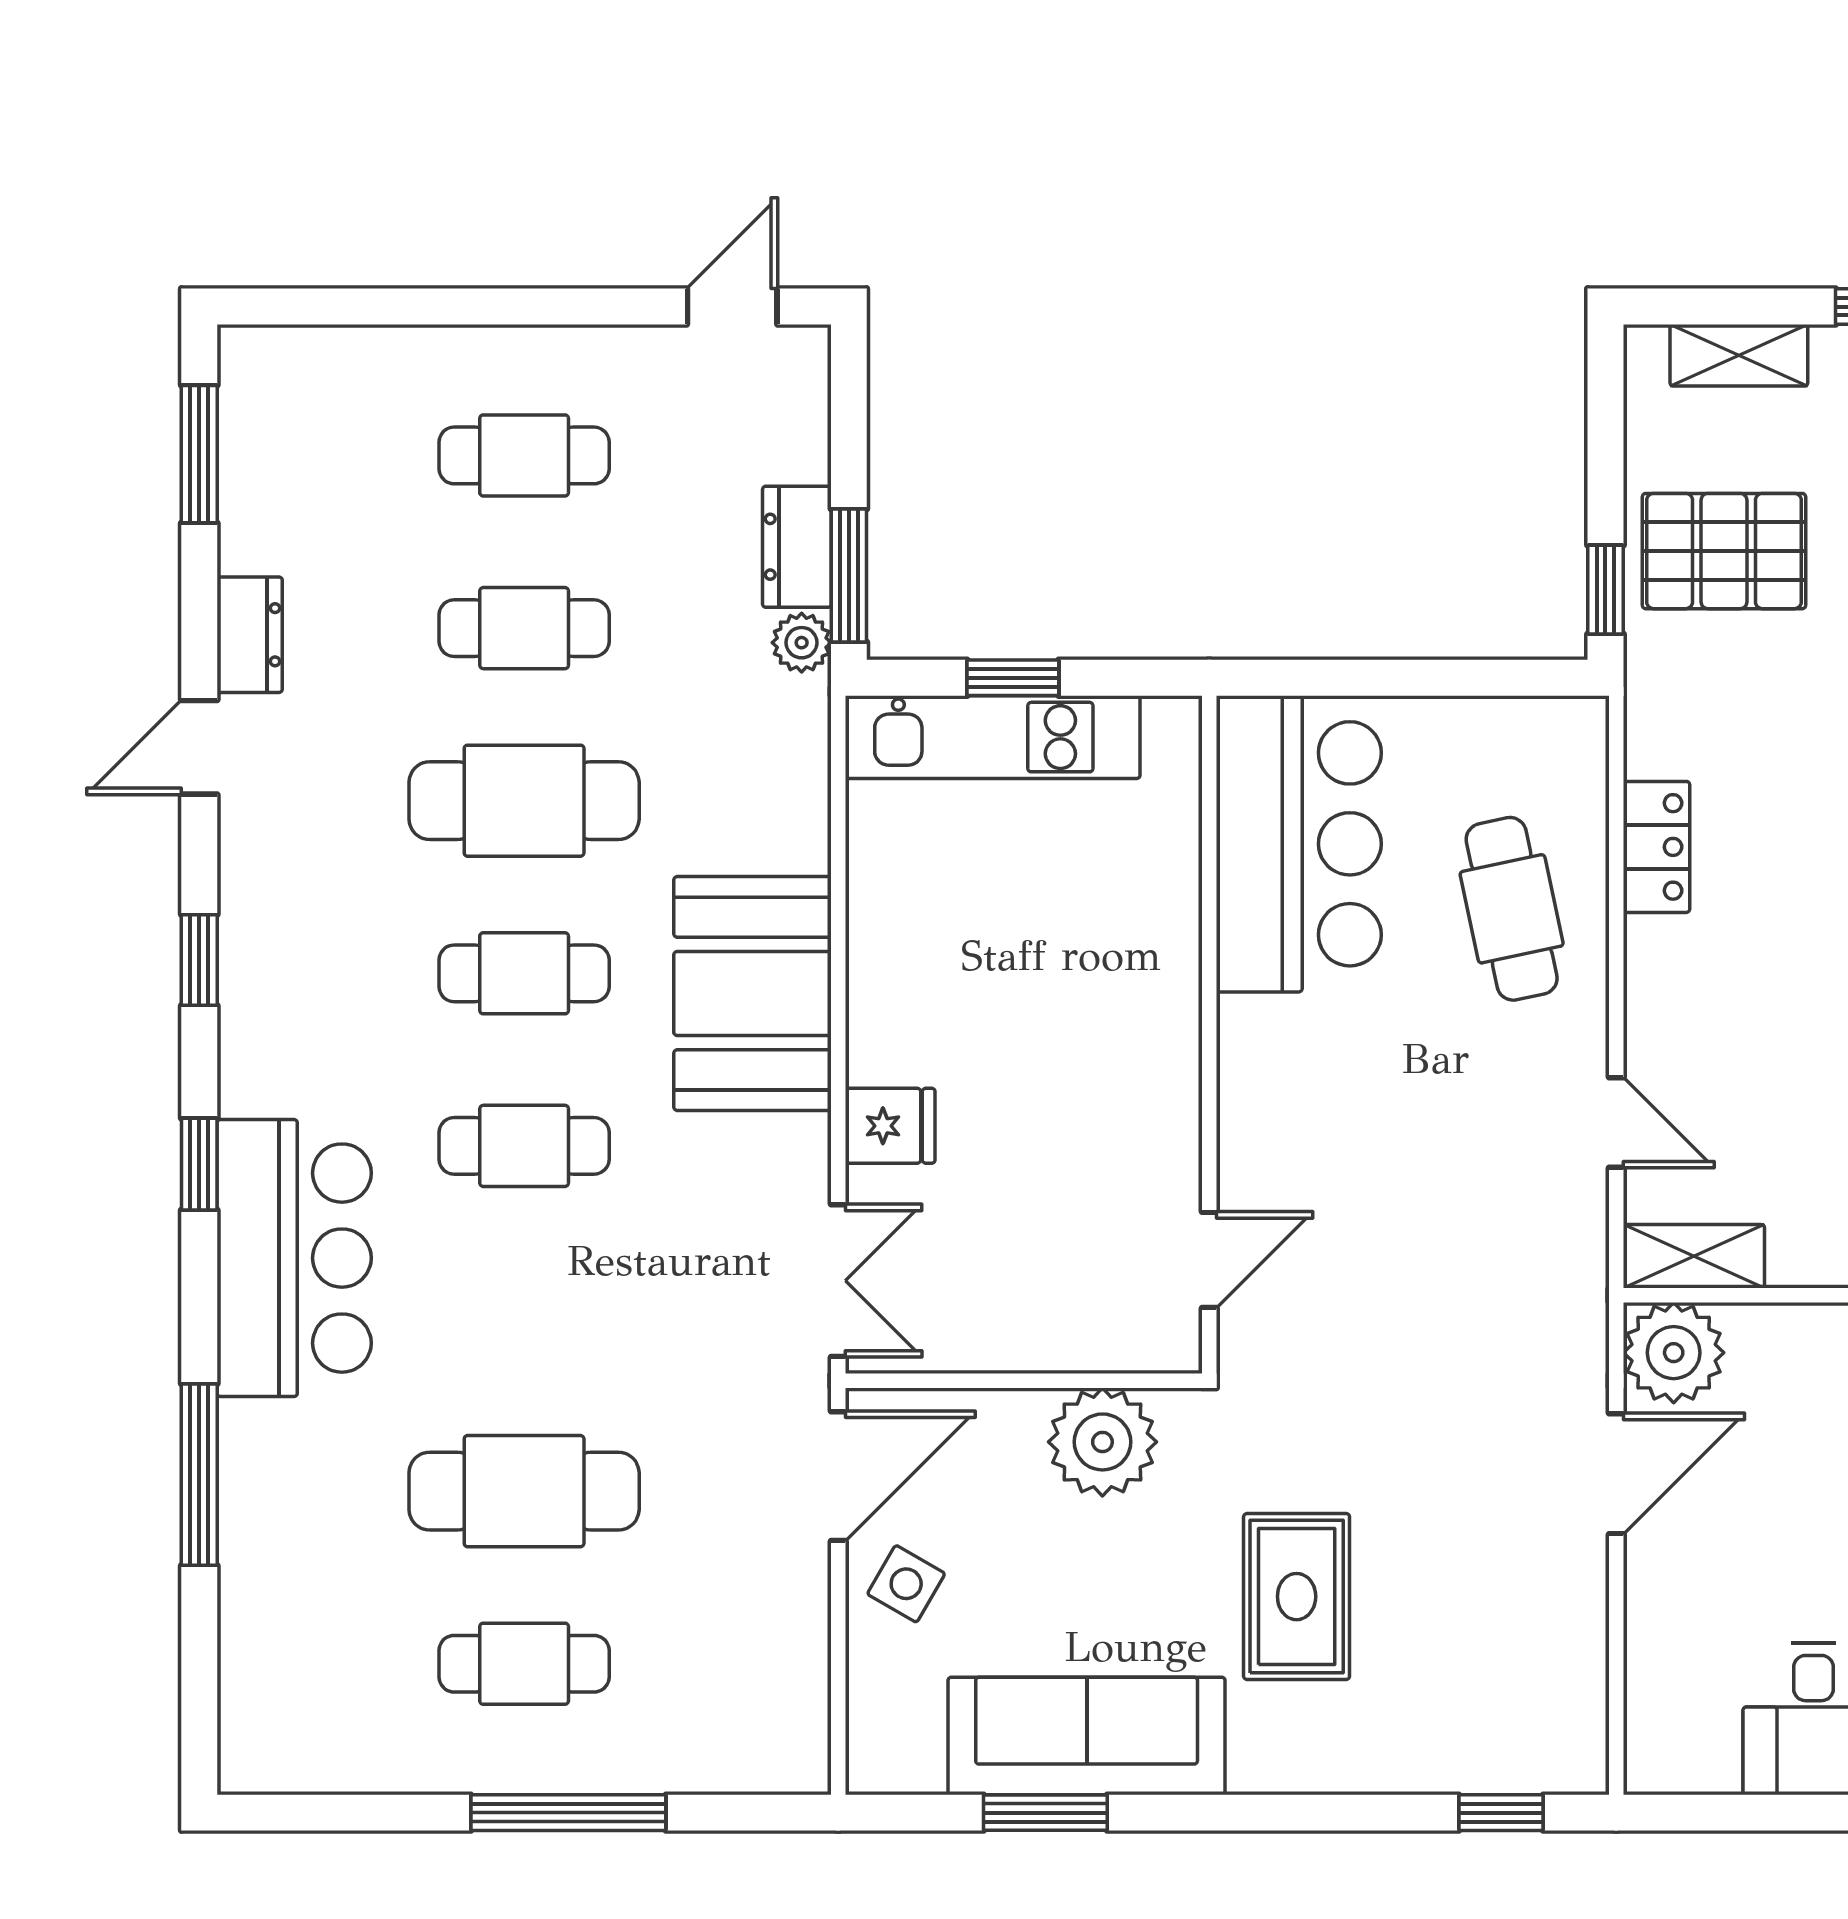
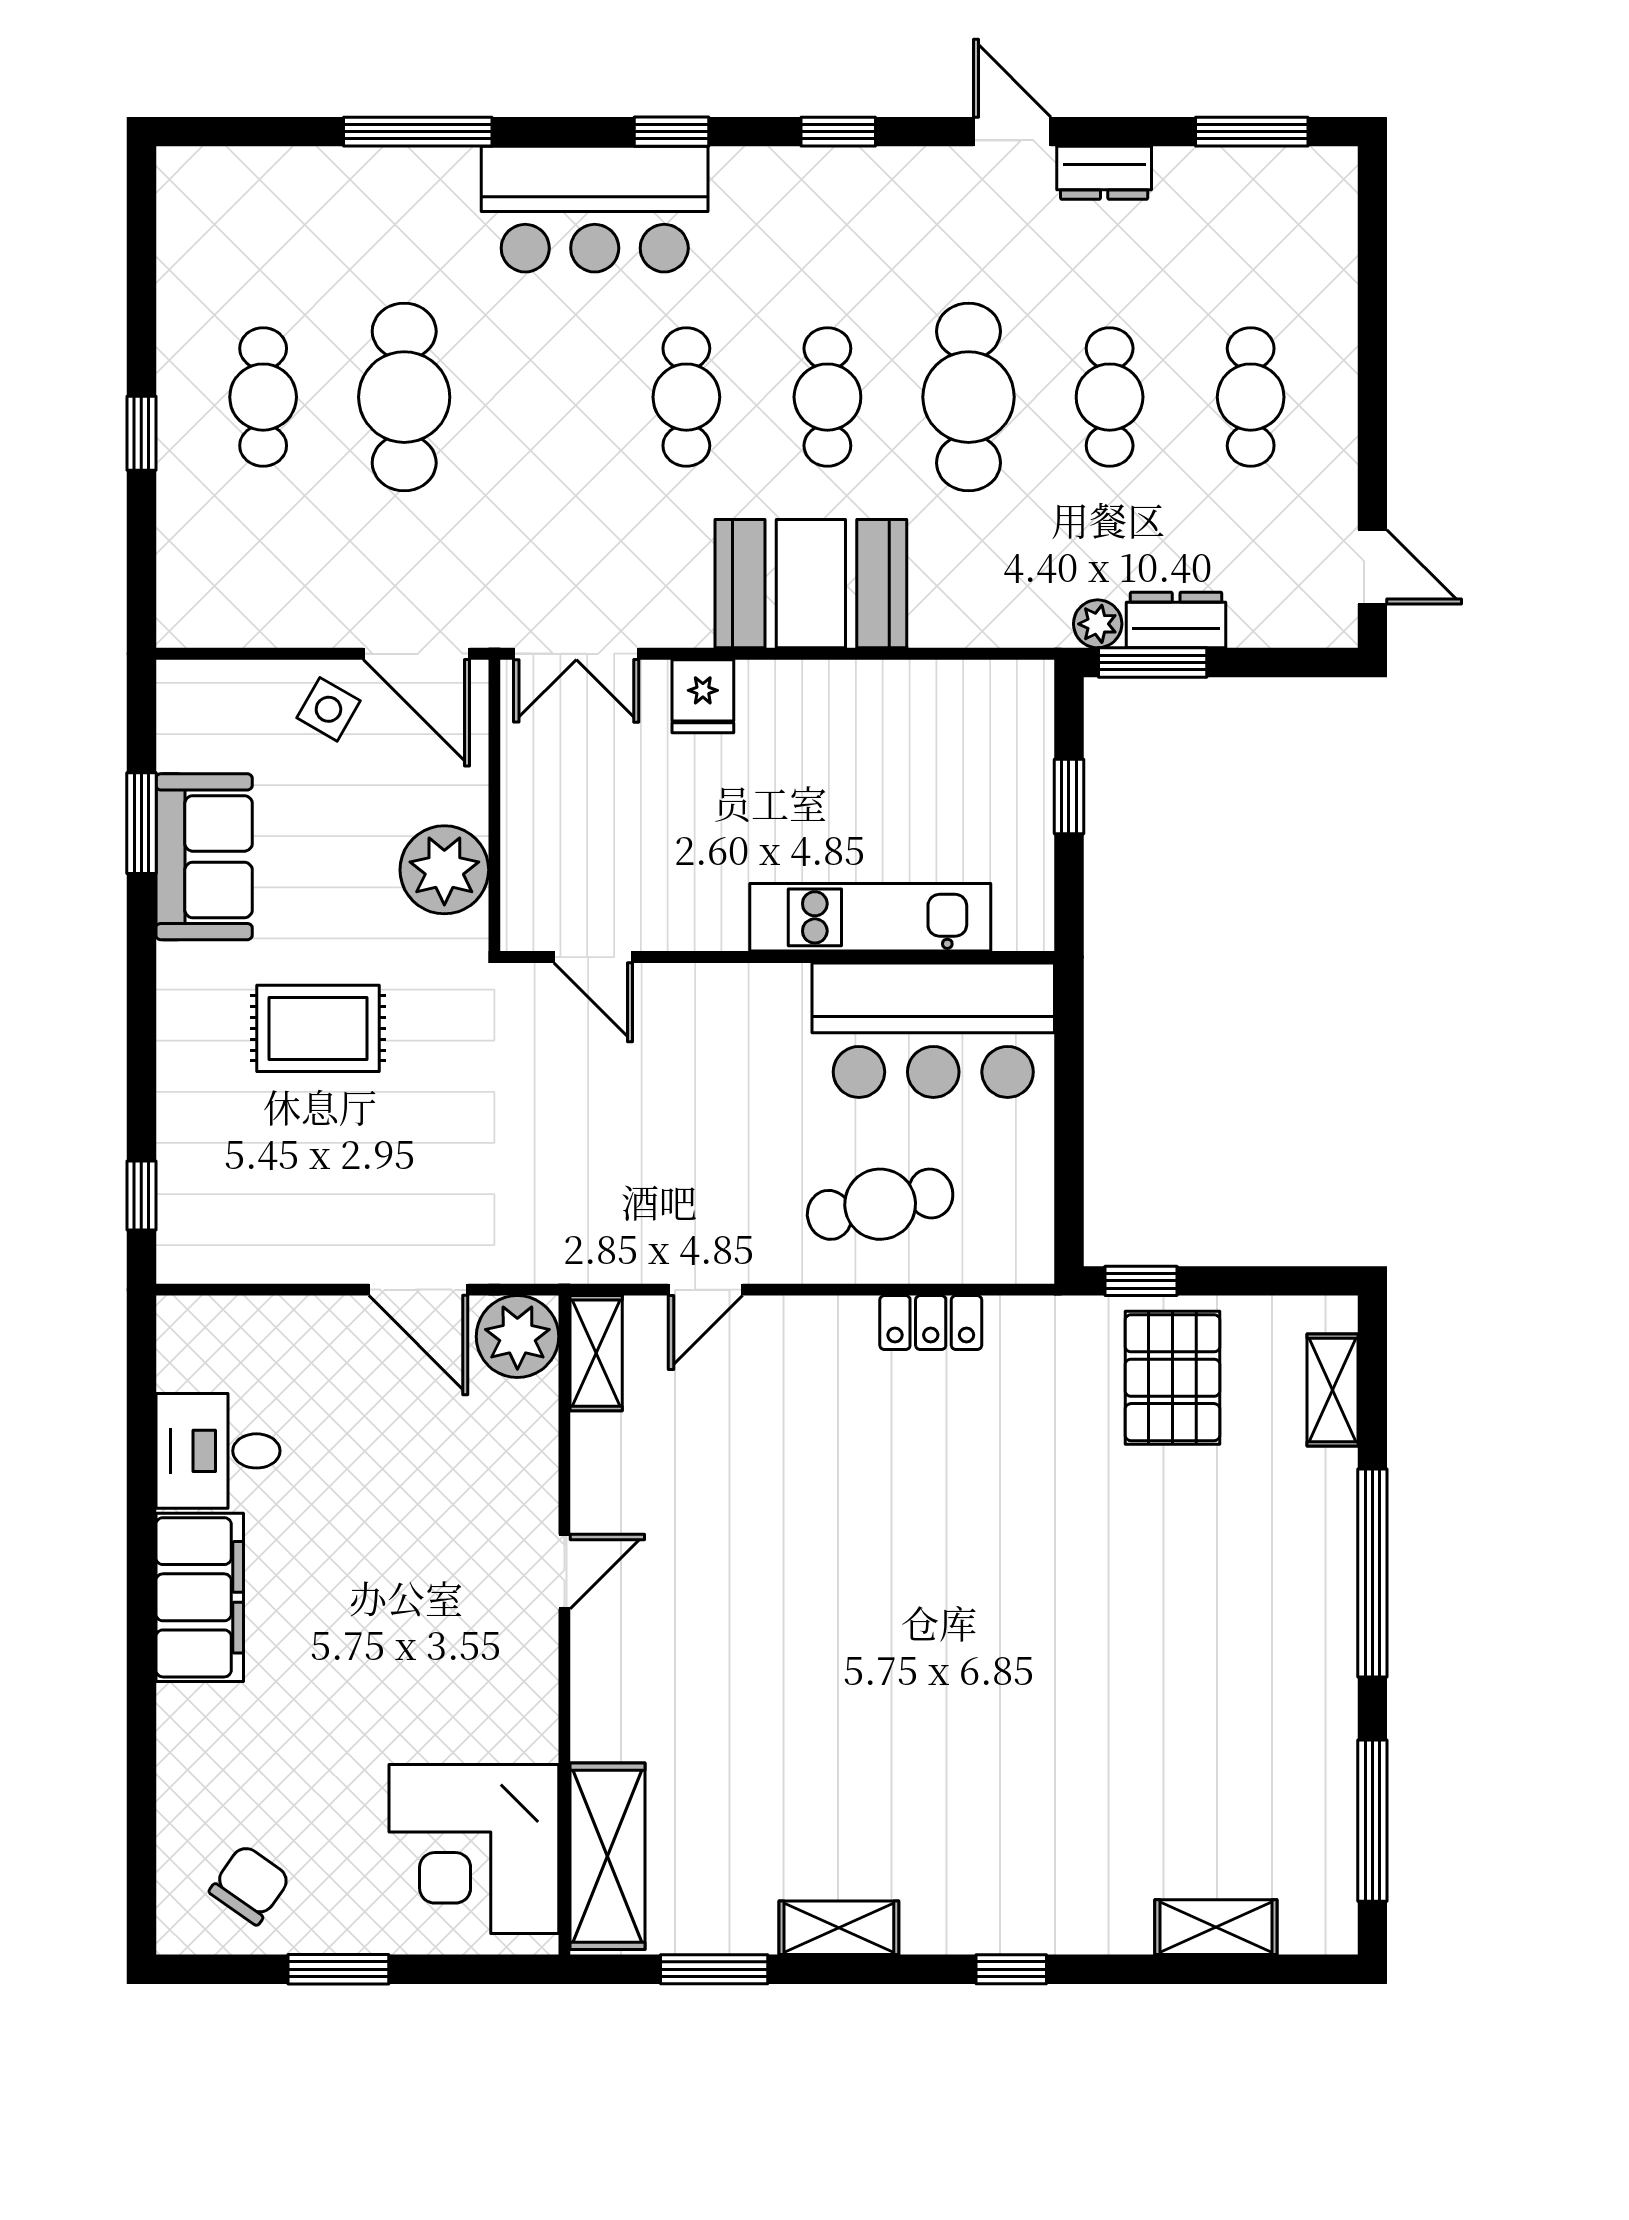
kitchen unit: (993, 737) -> (870, 917), moved, turned 90
sofa: (1087, 1736) -> (204, 857), width x0.73
window: (568, 1813) -> (141, 433), width x0.46

